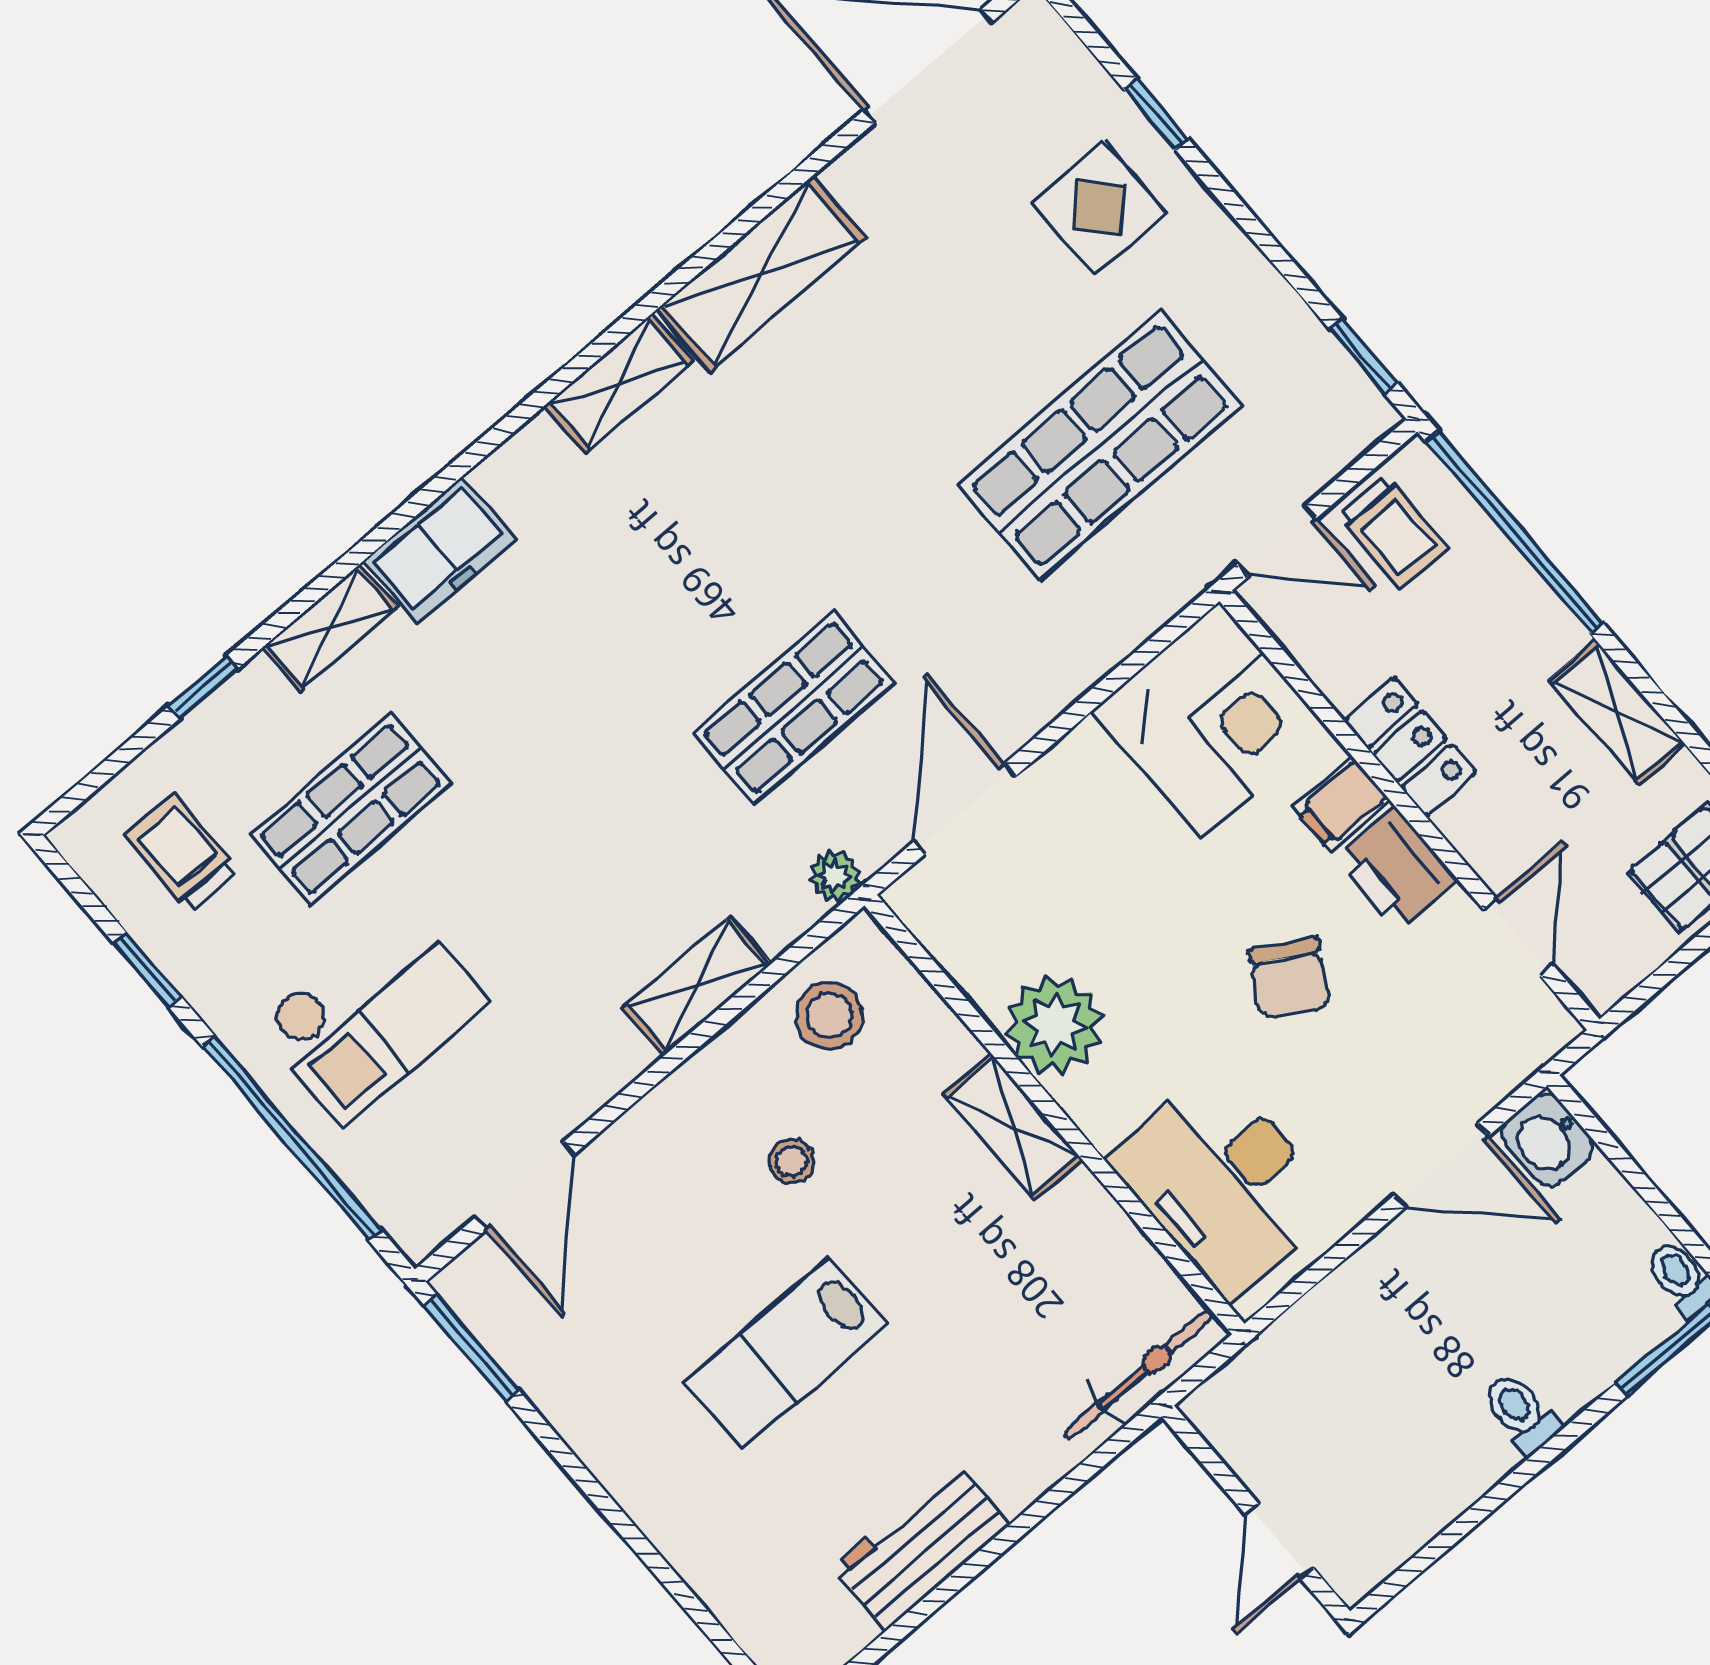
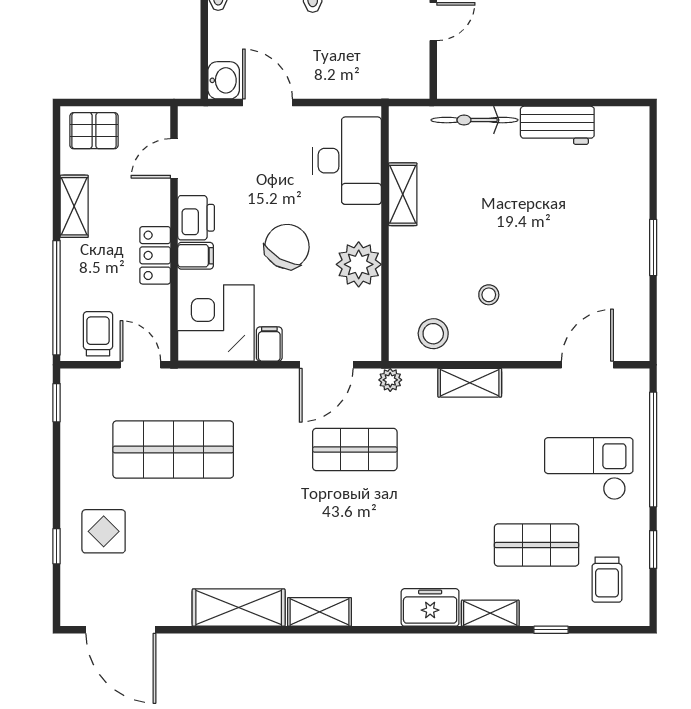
filing cabinet: (1090, 762) -> (269, 344), added
chair: (1289, 978) -> (287, 247), moved, width x1.37, depth x1.37
shelving: (1013, 1126) -> (403, 194), moved
window: (472, 1348) -> (653, 247), moved
lab bench: (786, 1353) -> (547, 231), removed
bicycle: (1139, 1374) -> (474, 120), moved

